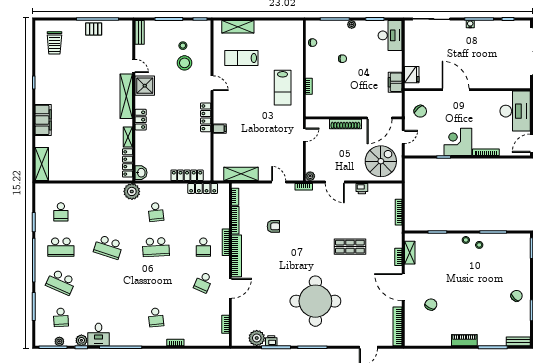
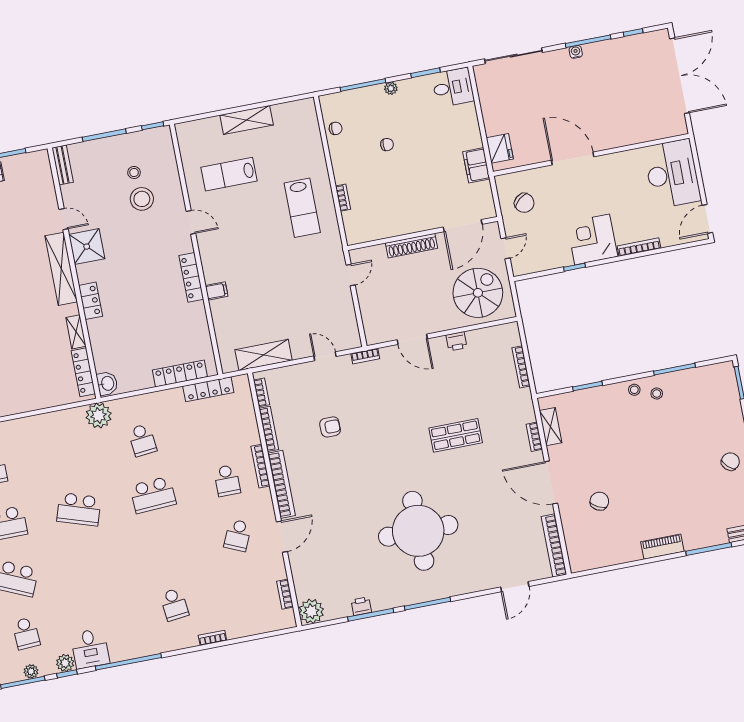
shelving: (238, 27) -> (247, 120), moved
desk: (390, 35) -> (453, 87), width x0.73
plant: (310, 176) -> (372, 337), removed
plant: (257, 338) -> (311, 611), moved

